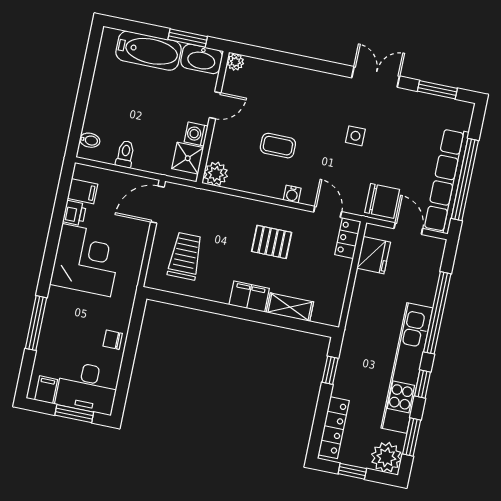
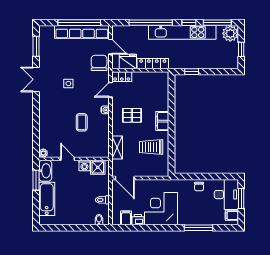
plant: (216, 174) -> (103, 151), removed
door: (408, 229) -> (110, 47), swing flipped
pallet: (272, 242) -> (132, 115), turned 90
trolley: (185, 256) -> (151, 147), moved
shelving: (290, 307) -> (117, 147), moved
locker: (334, 428) -> (153, 64), moved
window: (412, 437) -> (217, 23), width x1.44

